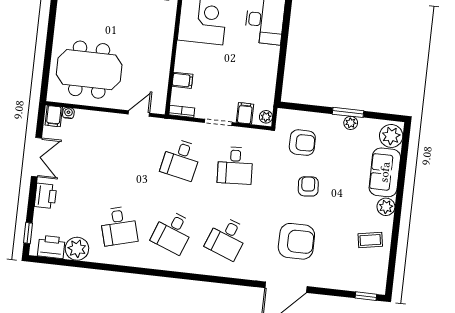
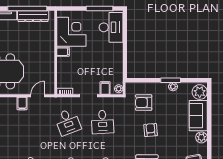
filing cabinet: (182, 80) -> (63, 52), moved
filing cabinet: (113, 123) -> (22, 103), added
armchair: (302, 143) -> (144, 103), turned 180
desk: (181, 159) -> (68, 122), turned -33

